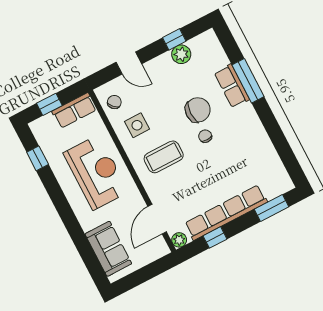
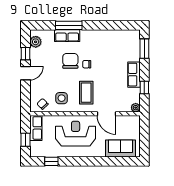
plant: (181, 54) -> (36, 42), moved
door: (129, 63) -> (25, 73), moved
row of seats: (226, 213) -> (134, 75), width x0.50
door: (157, 219) -> (106, 114), moved

